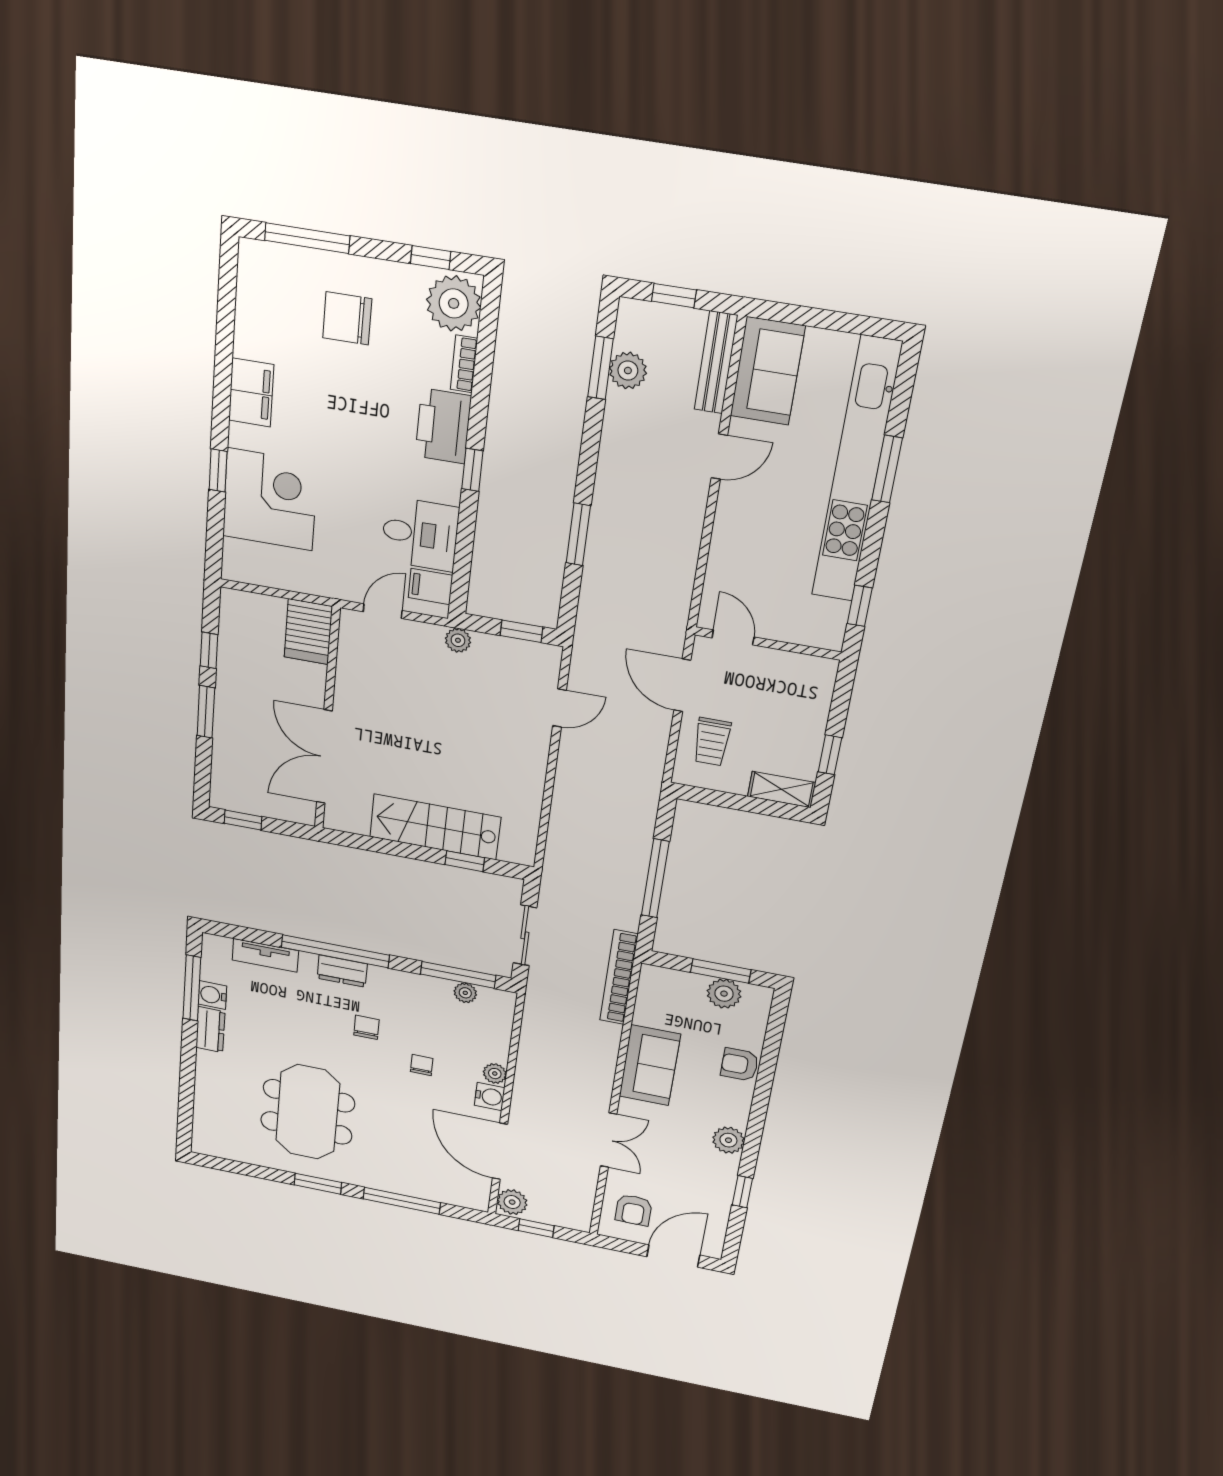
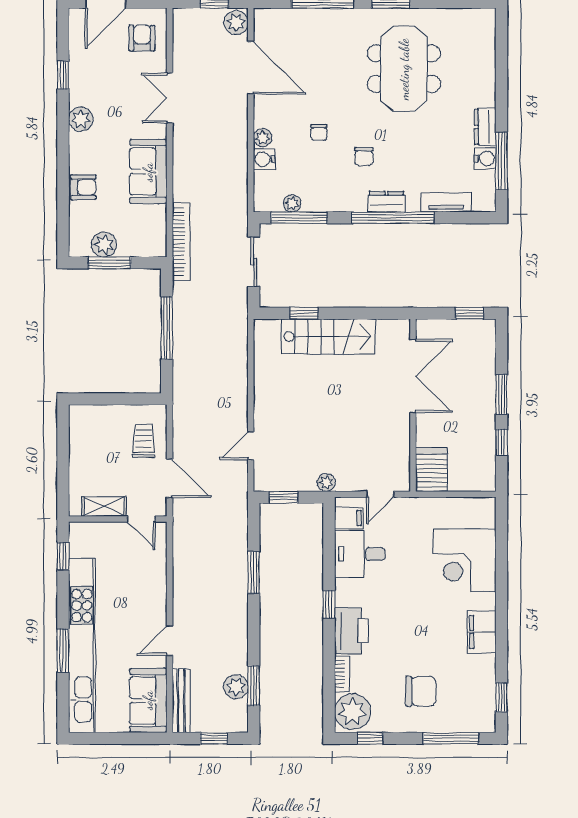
window: (218, 470) -> (502, 697), moved
window: (830, 755) -> (63, 447), removed
shelving: (782, 789) -> (104, 506), moved
water cooler: (490, 1097) -> (264, 159), moved

